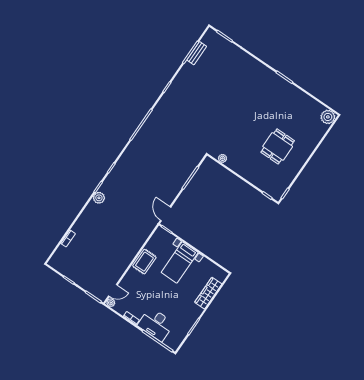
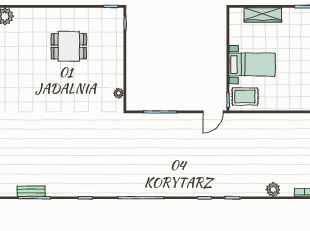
plant: (99, 198) -> (273, 189), moved
rug: (144, 262) -> (245, 97), moved

